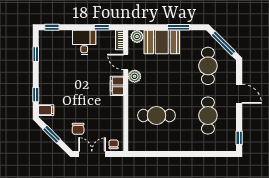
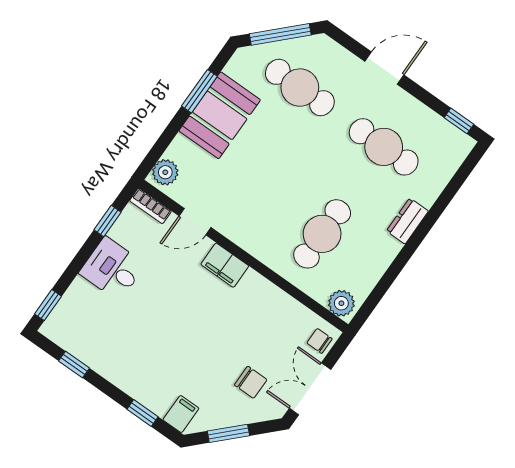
booth: (162, 42) -> (220, 115), moved
plant: (135, 76) -> (341, 303), moved
dresser: (185, 146) -> (407, 221), added

